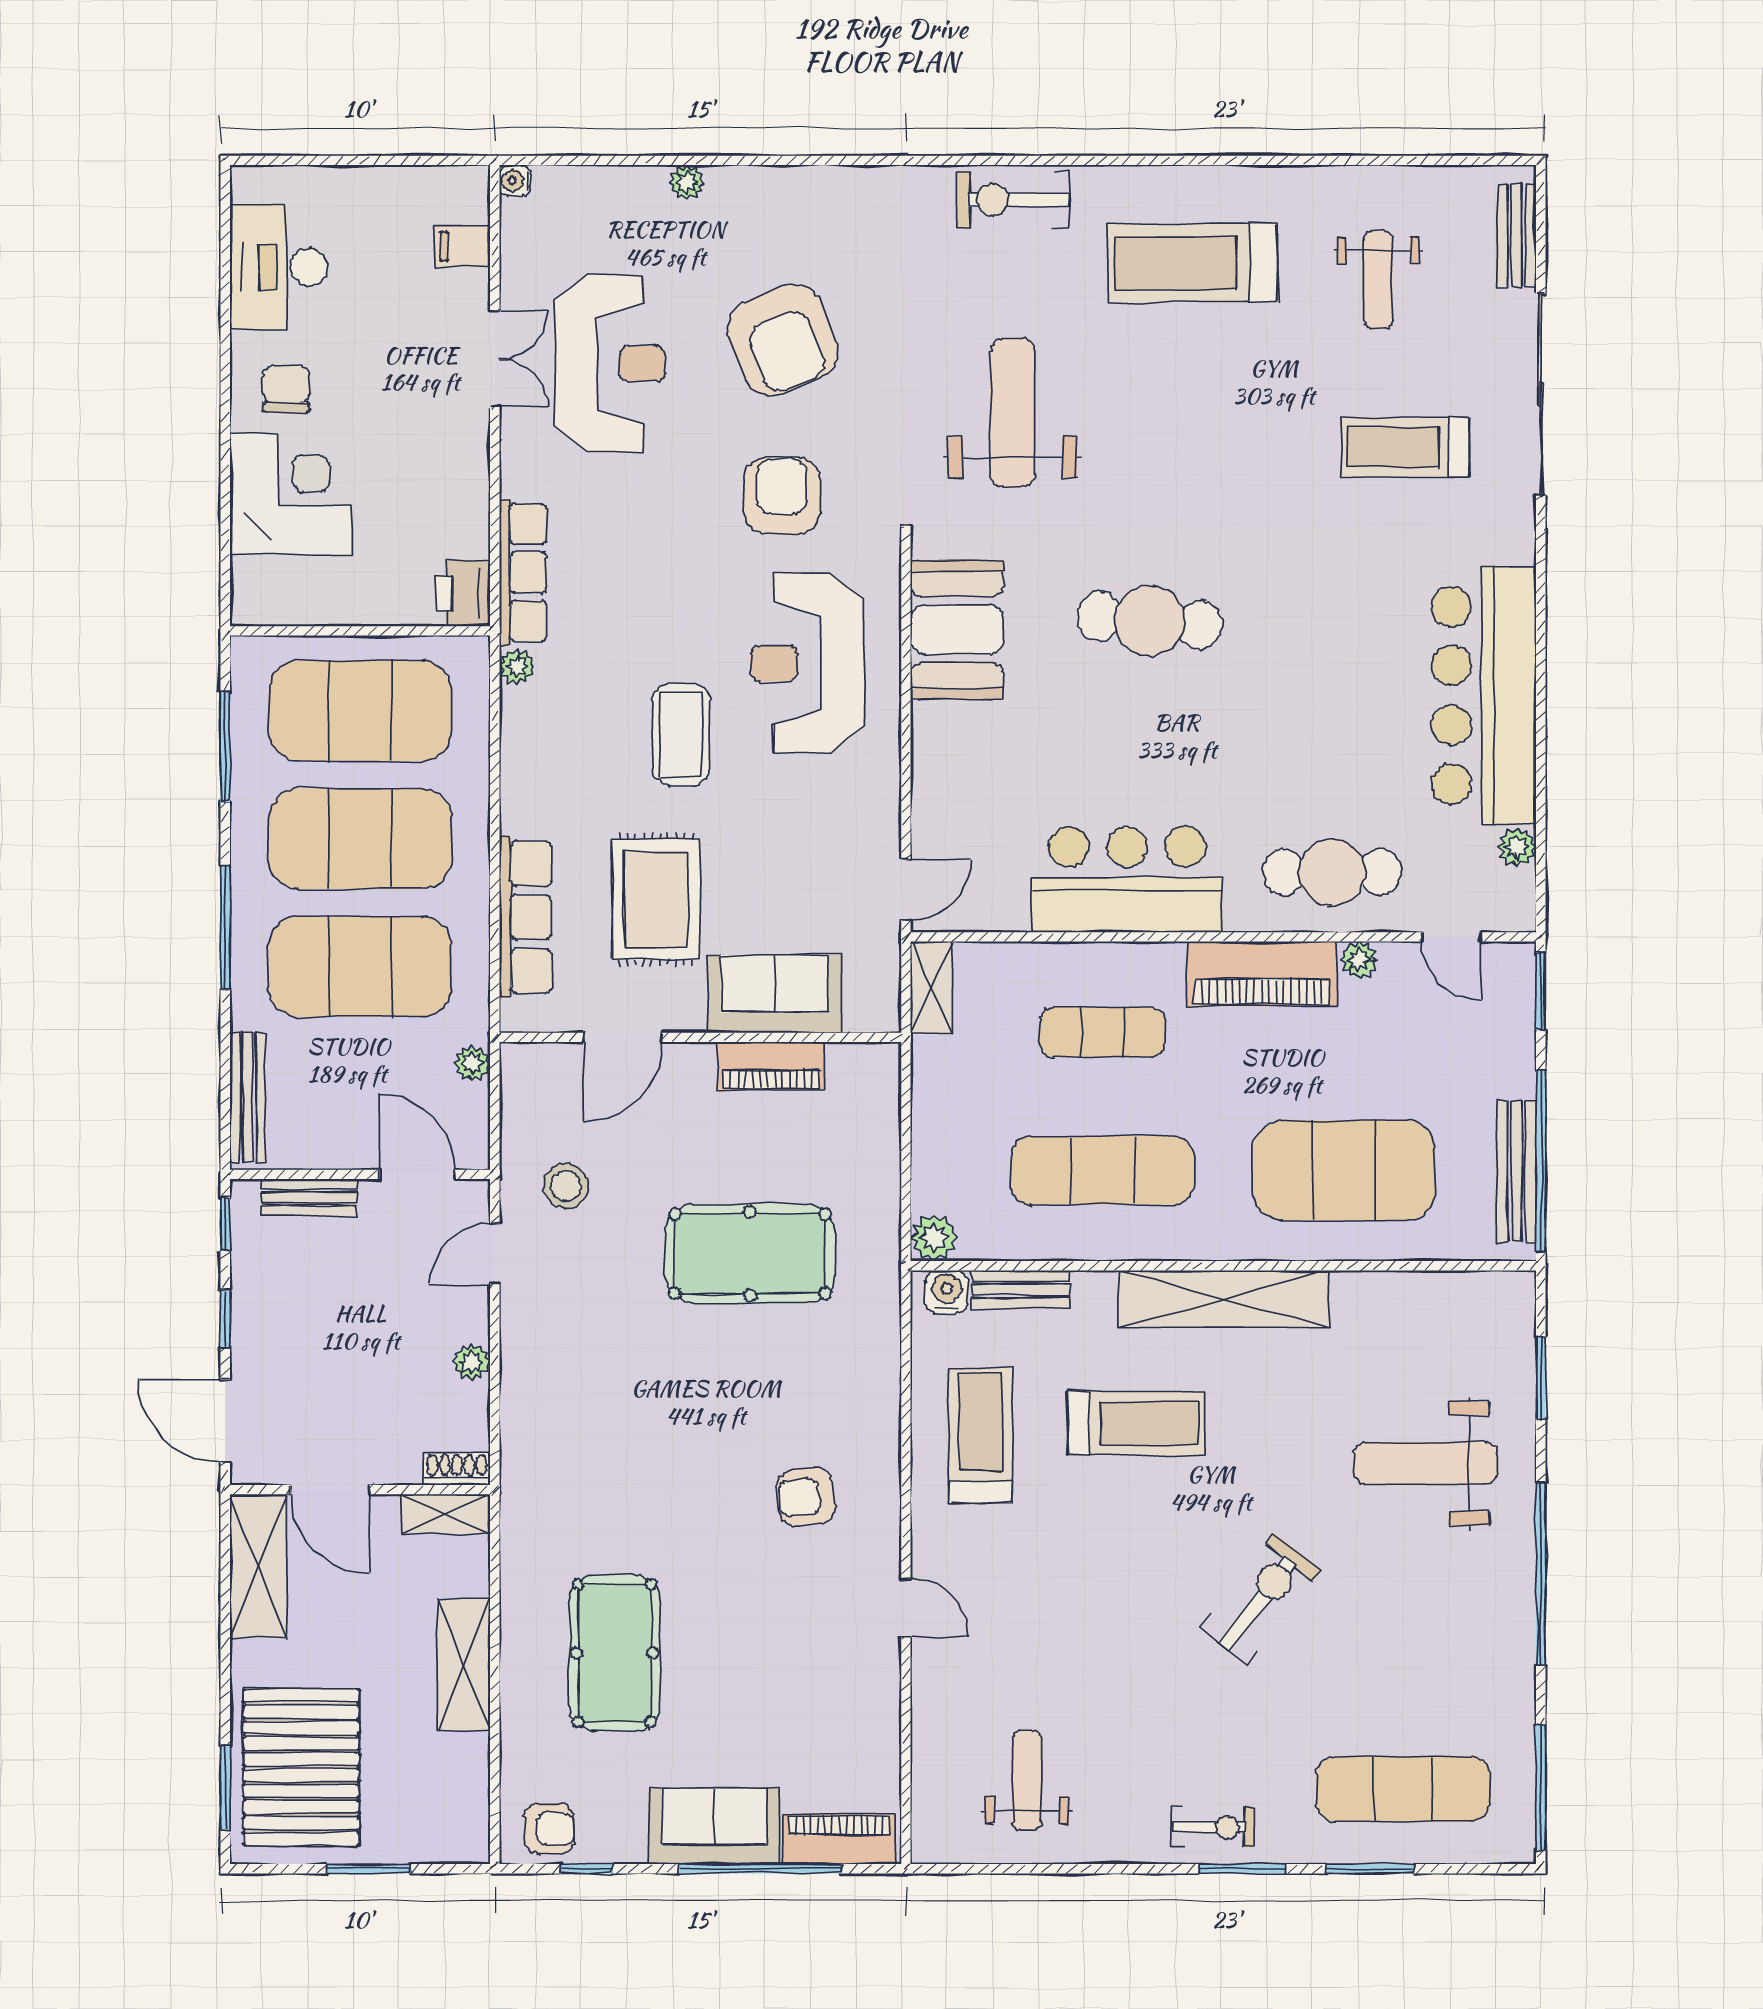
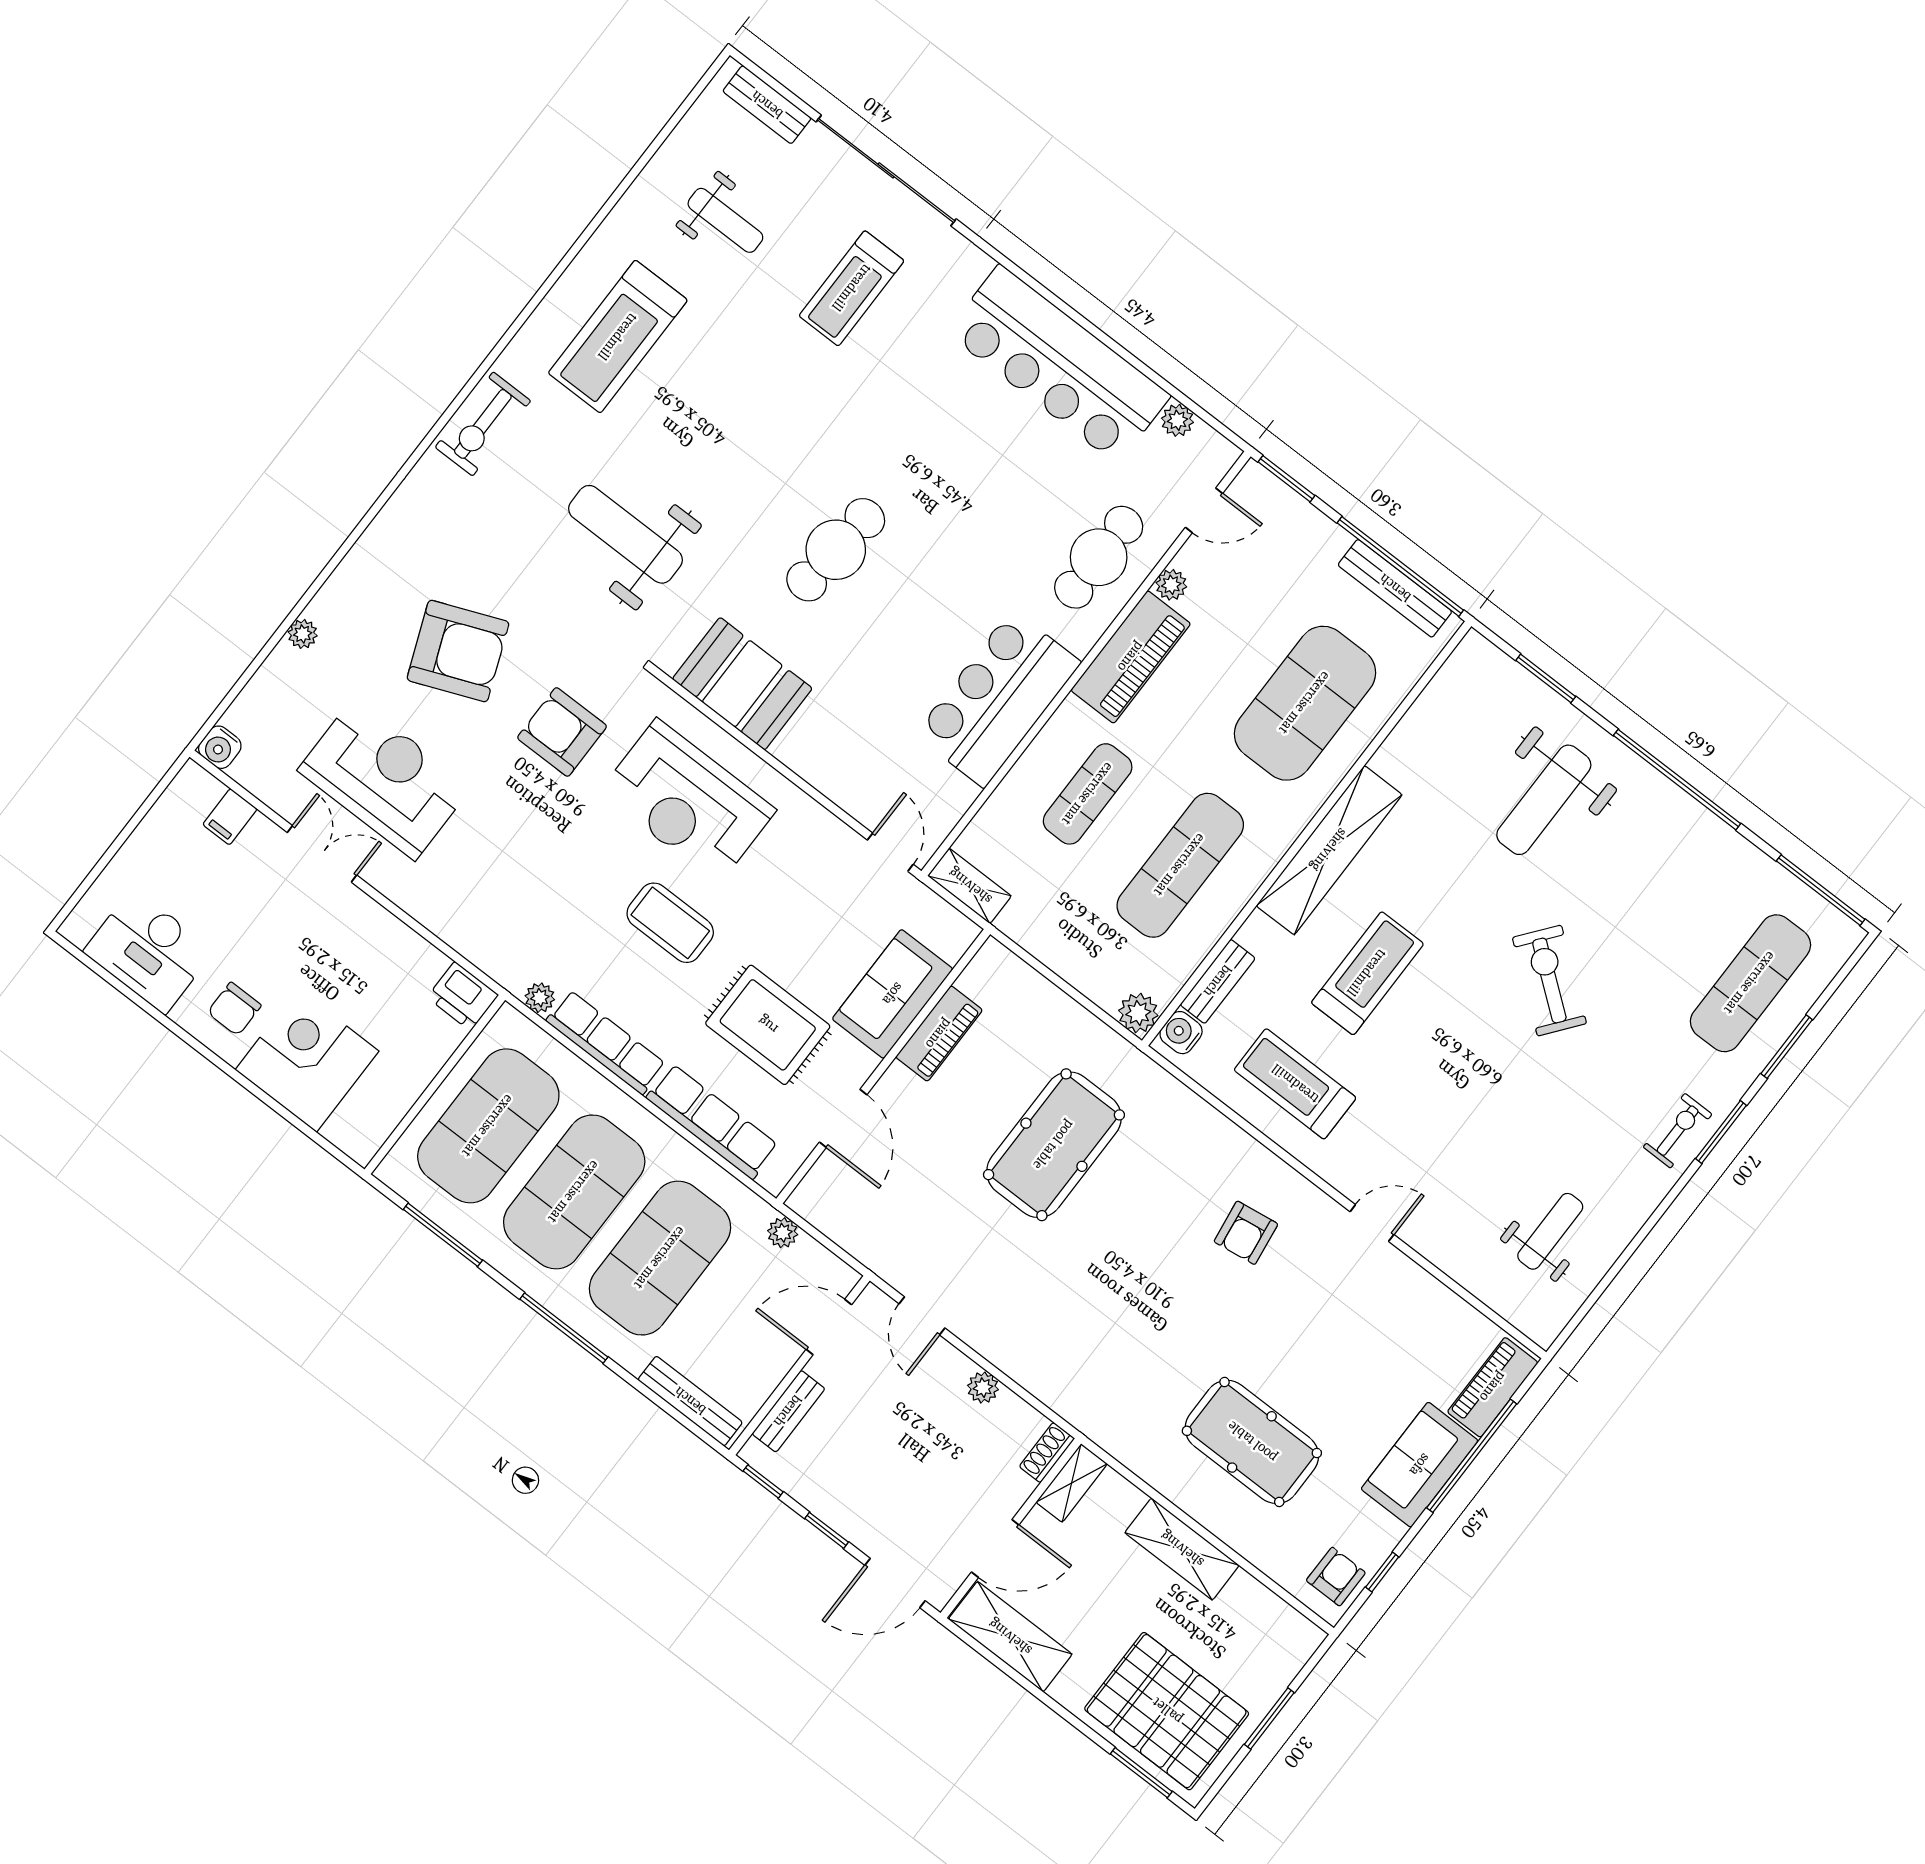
water cooler: (515, 181) -> (220, 747), width x1.38, depth x1.38
chair: (286, 389) -> (234, 1009), turned -90
row of seats: (523, 572) -> (606, 1042), moved
stool: (566, 1186) -> (913, 1233), removed
weight bench: (1027, 1780) -> (1550, 1231), turned 90

